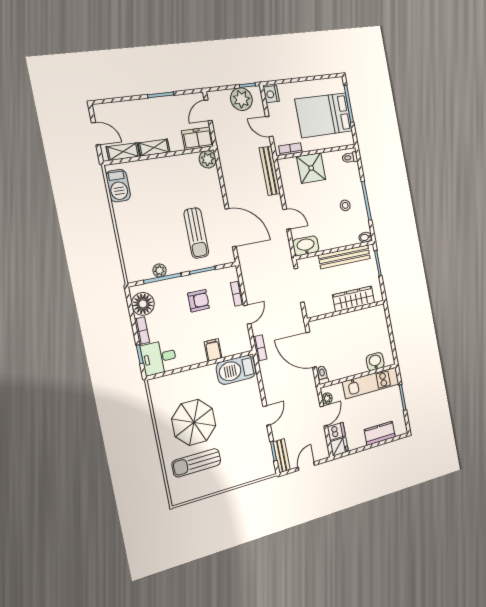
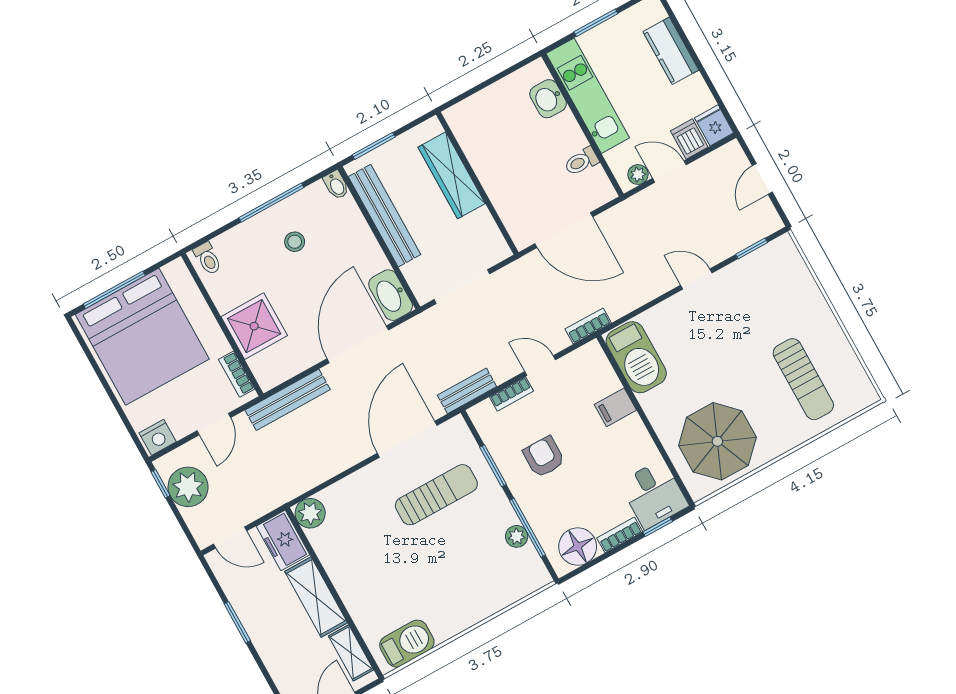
bed: (324, 115) -> (142, 337), width x1.36
shelving: (154, 148) -> (316, 597), width x1.50, depth x1.33
door: (287, 219) -> (358, 344), width x1.88
door: (311, 350) -> (564, 230), hinge flipped
toilet: (322, 375) -> (581, 161), moved
parasol: (194, 422) -> (717, 441), moved
bench: (282, 456) -> (467, 391), moved
door: (306, 466) -> (762, 179), hinge flipped

